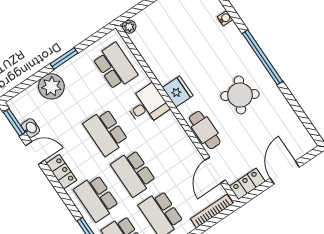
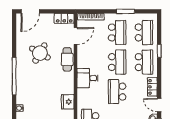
fridge: (178, 92) -> (68, 102), moved
round table: (240, 95) -> (40, 53), moved
desk: (147, 105) -> (88, 78), moved
school desk: (106, 132) -> (117, 92), turned 180
door: (285, 173) -> (30, 11), moved

